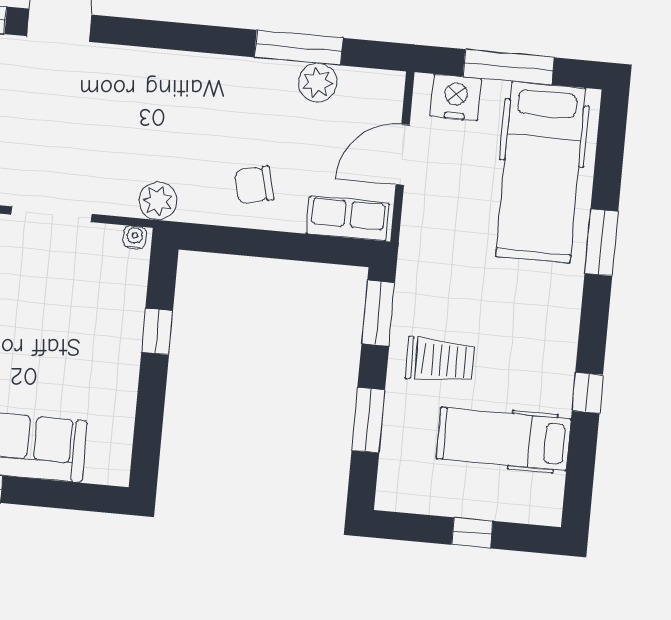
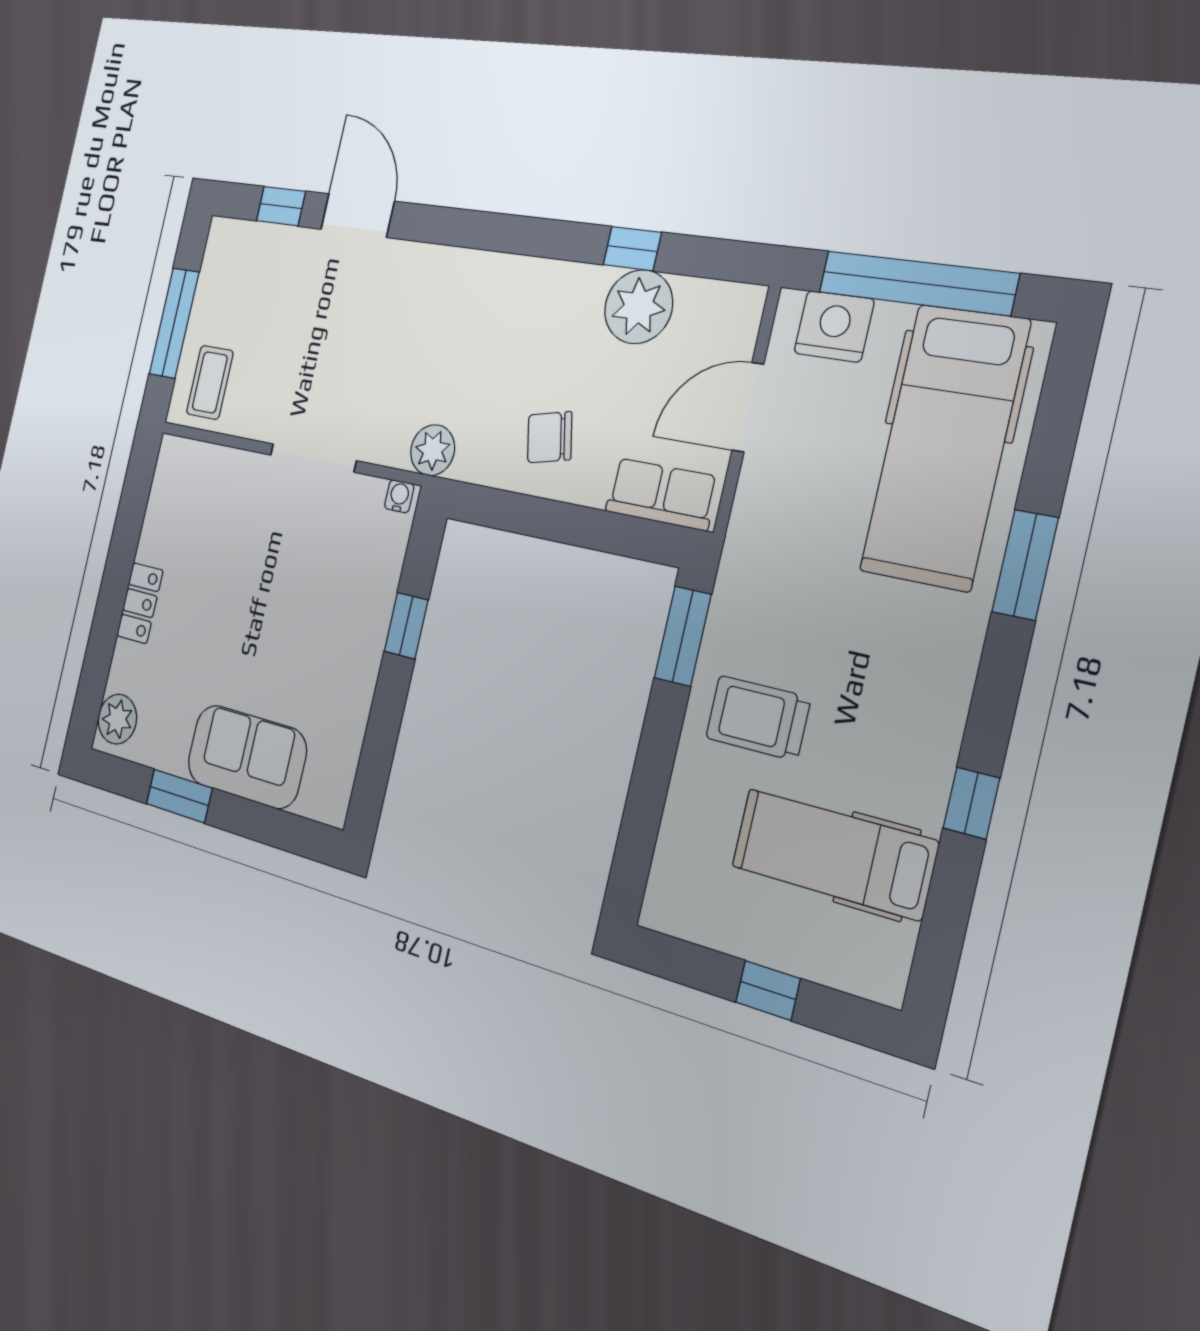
window: (299, 48) -> (632, 249), width x0.46
window: (508, 67) -> (917, 283), width x1.46
plant: (318, 82) -> (639, 307), width x1.36, depth x1.36
trolley: (440, 360) -> (758, 718), turned 180
window: (368, 420) -> (648, 791), removed

